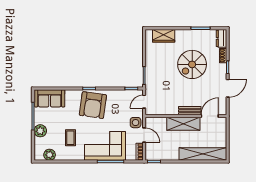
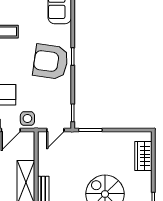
door: (144, 102) -> (55, 130), swing flipped

